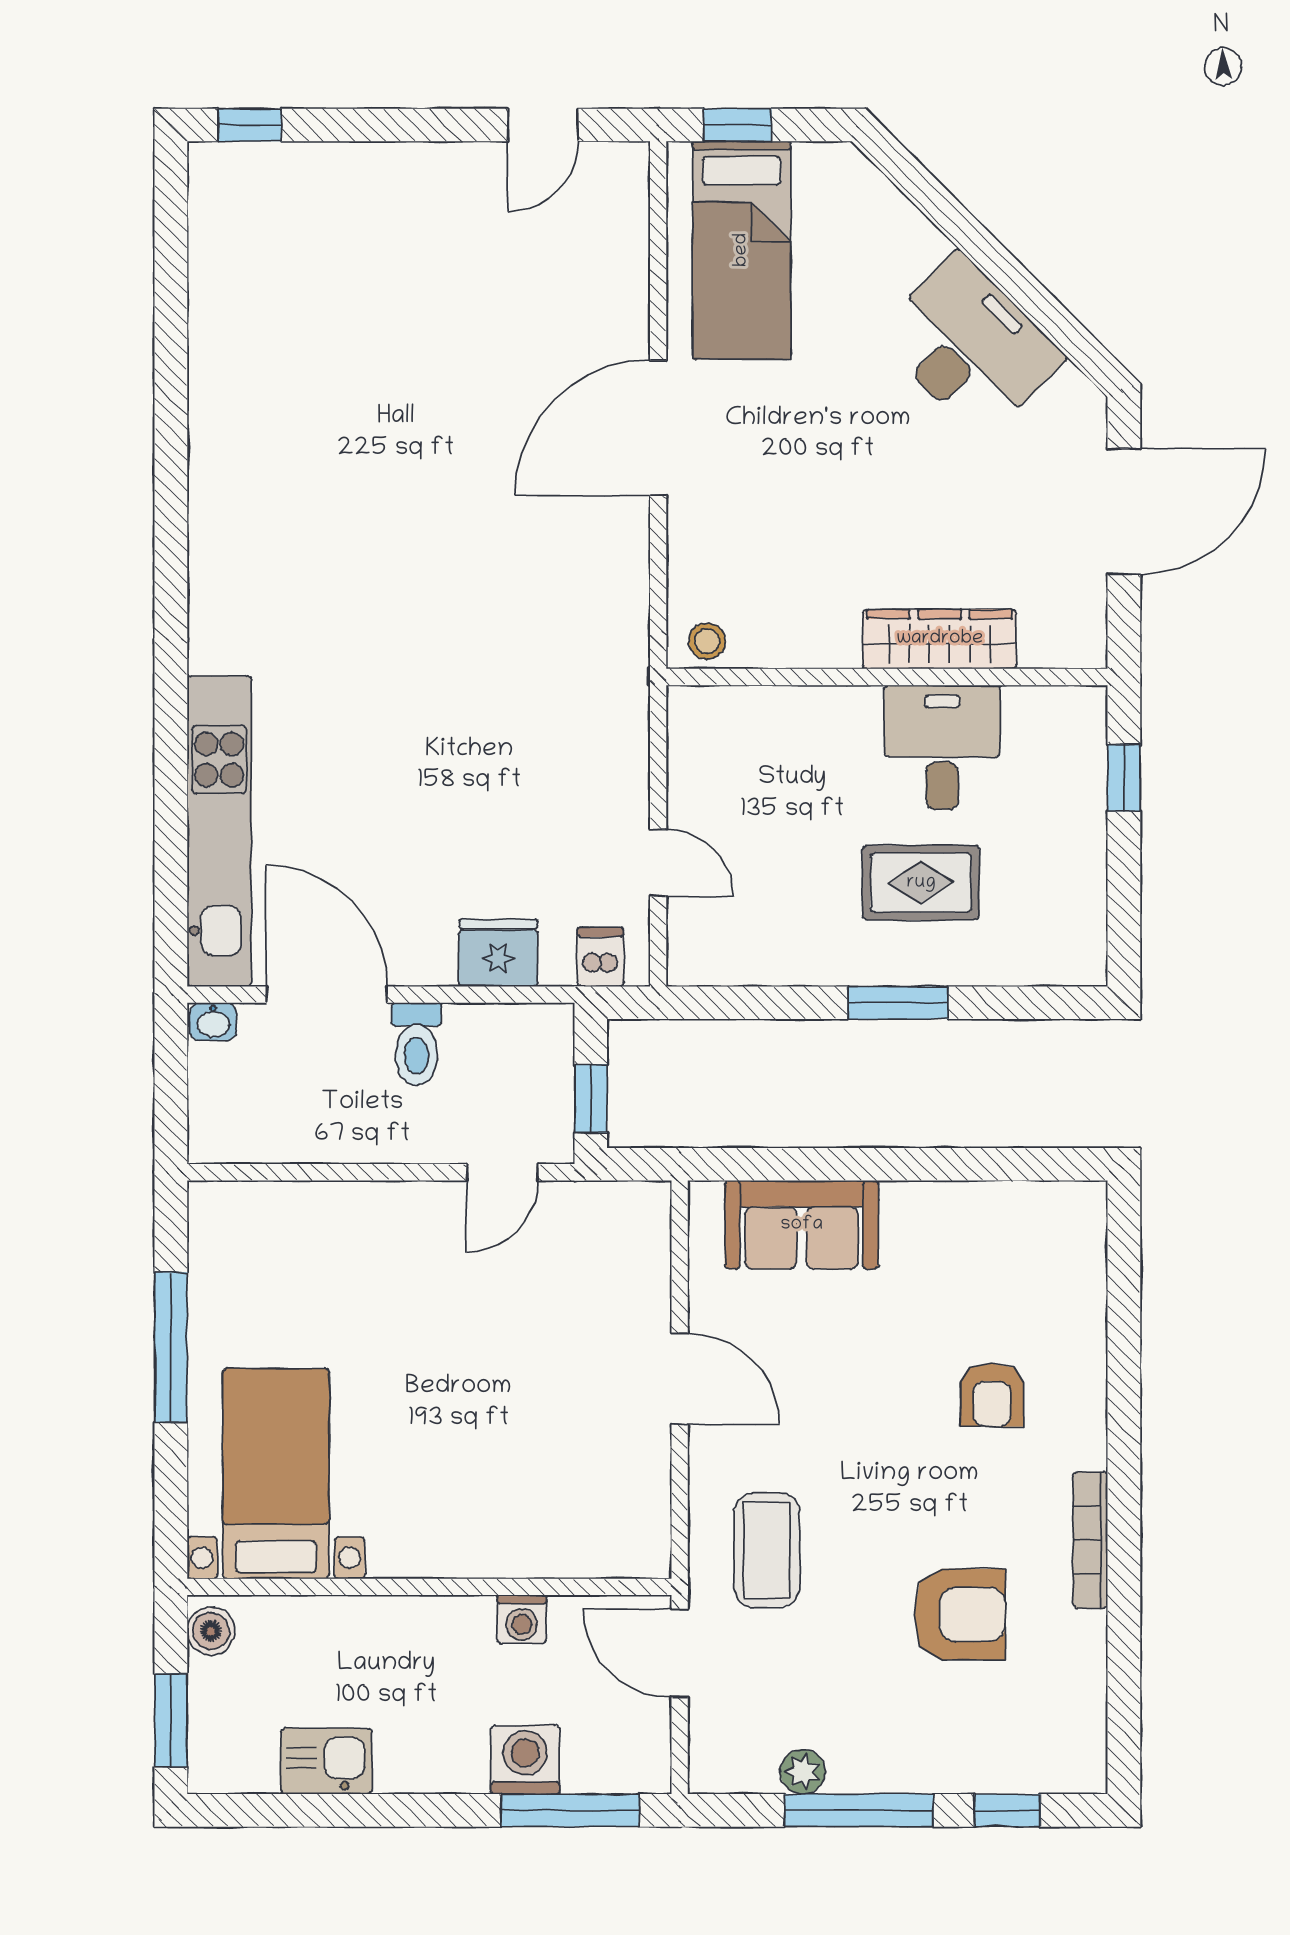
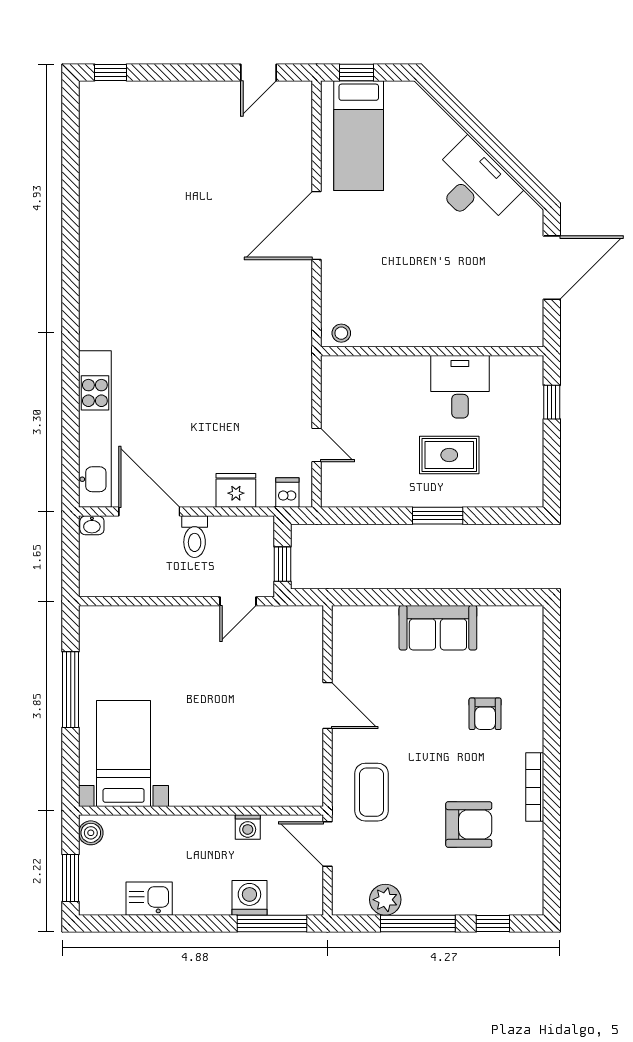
wardrobe: (940, 639) -> (459, 332), removed
sofa: (802, 1225) -> (438, 628), moved
plant: (803, 1772) -> (385, 900), width x1.38, depth x1.38

